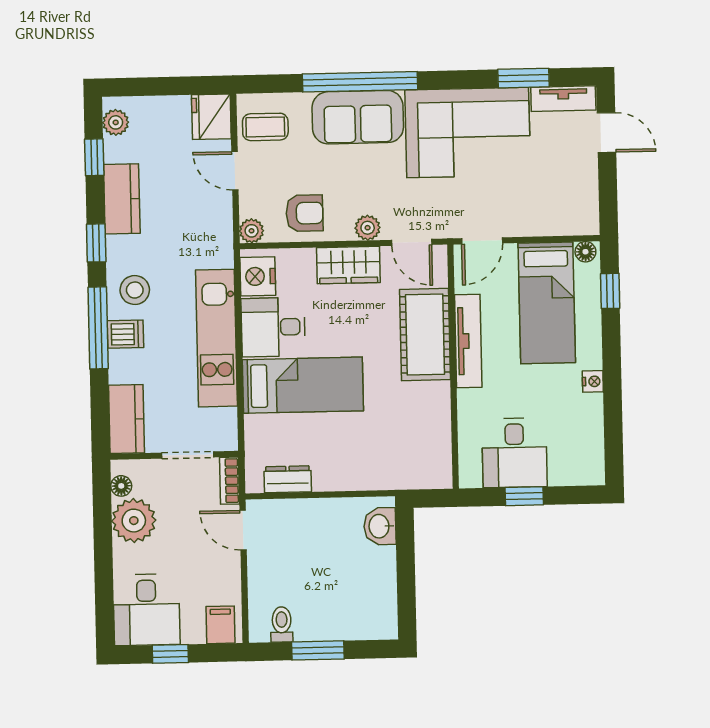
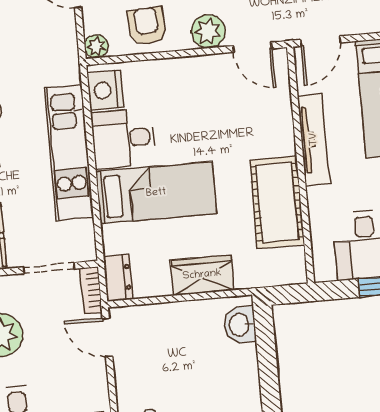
armchair: (305, 213) -> (147, 26), turned -94
plant: (368, 228) -> (208, 31), width x1.38, depth x1.38
wardrobe: (348, 265) -> (202, 275), moved, turned 180
cot: (425, 335) -> (277, 202), moved
dresser: (288, 479) -> (118, 278), moved, turned 90

